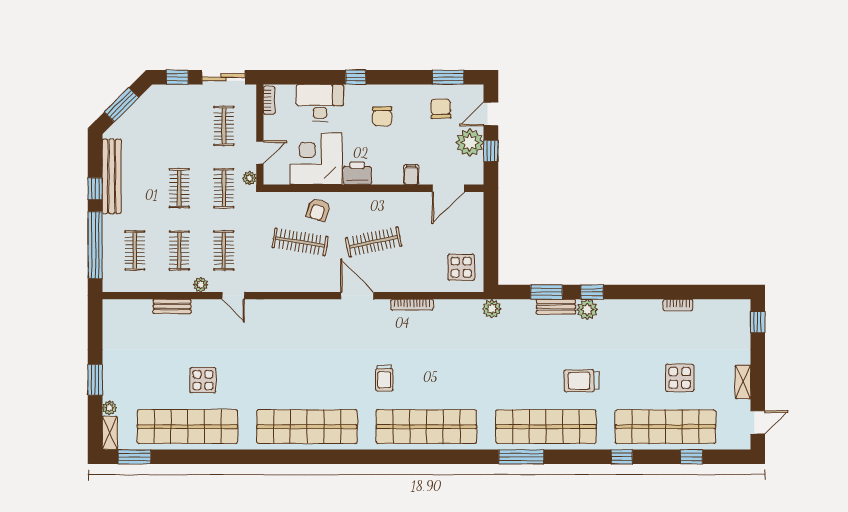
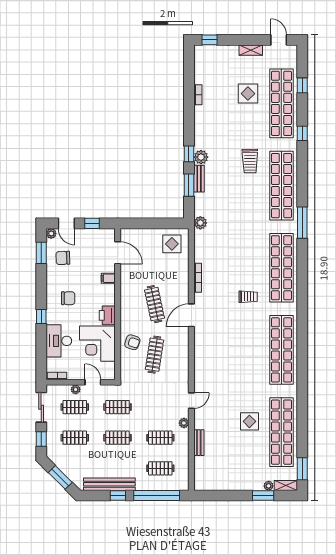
plant: (470, 143) -> (51, 233), moved, width x0.53, depth x0.53
plant: (249, 178) -> (76, 389), moved
clothes rail: (224, 250) -> (75, 438), moved
window: (95, 380) -> (263, 496), moved
window: (521, 457) -> (302, 223), moved

